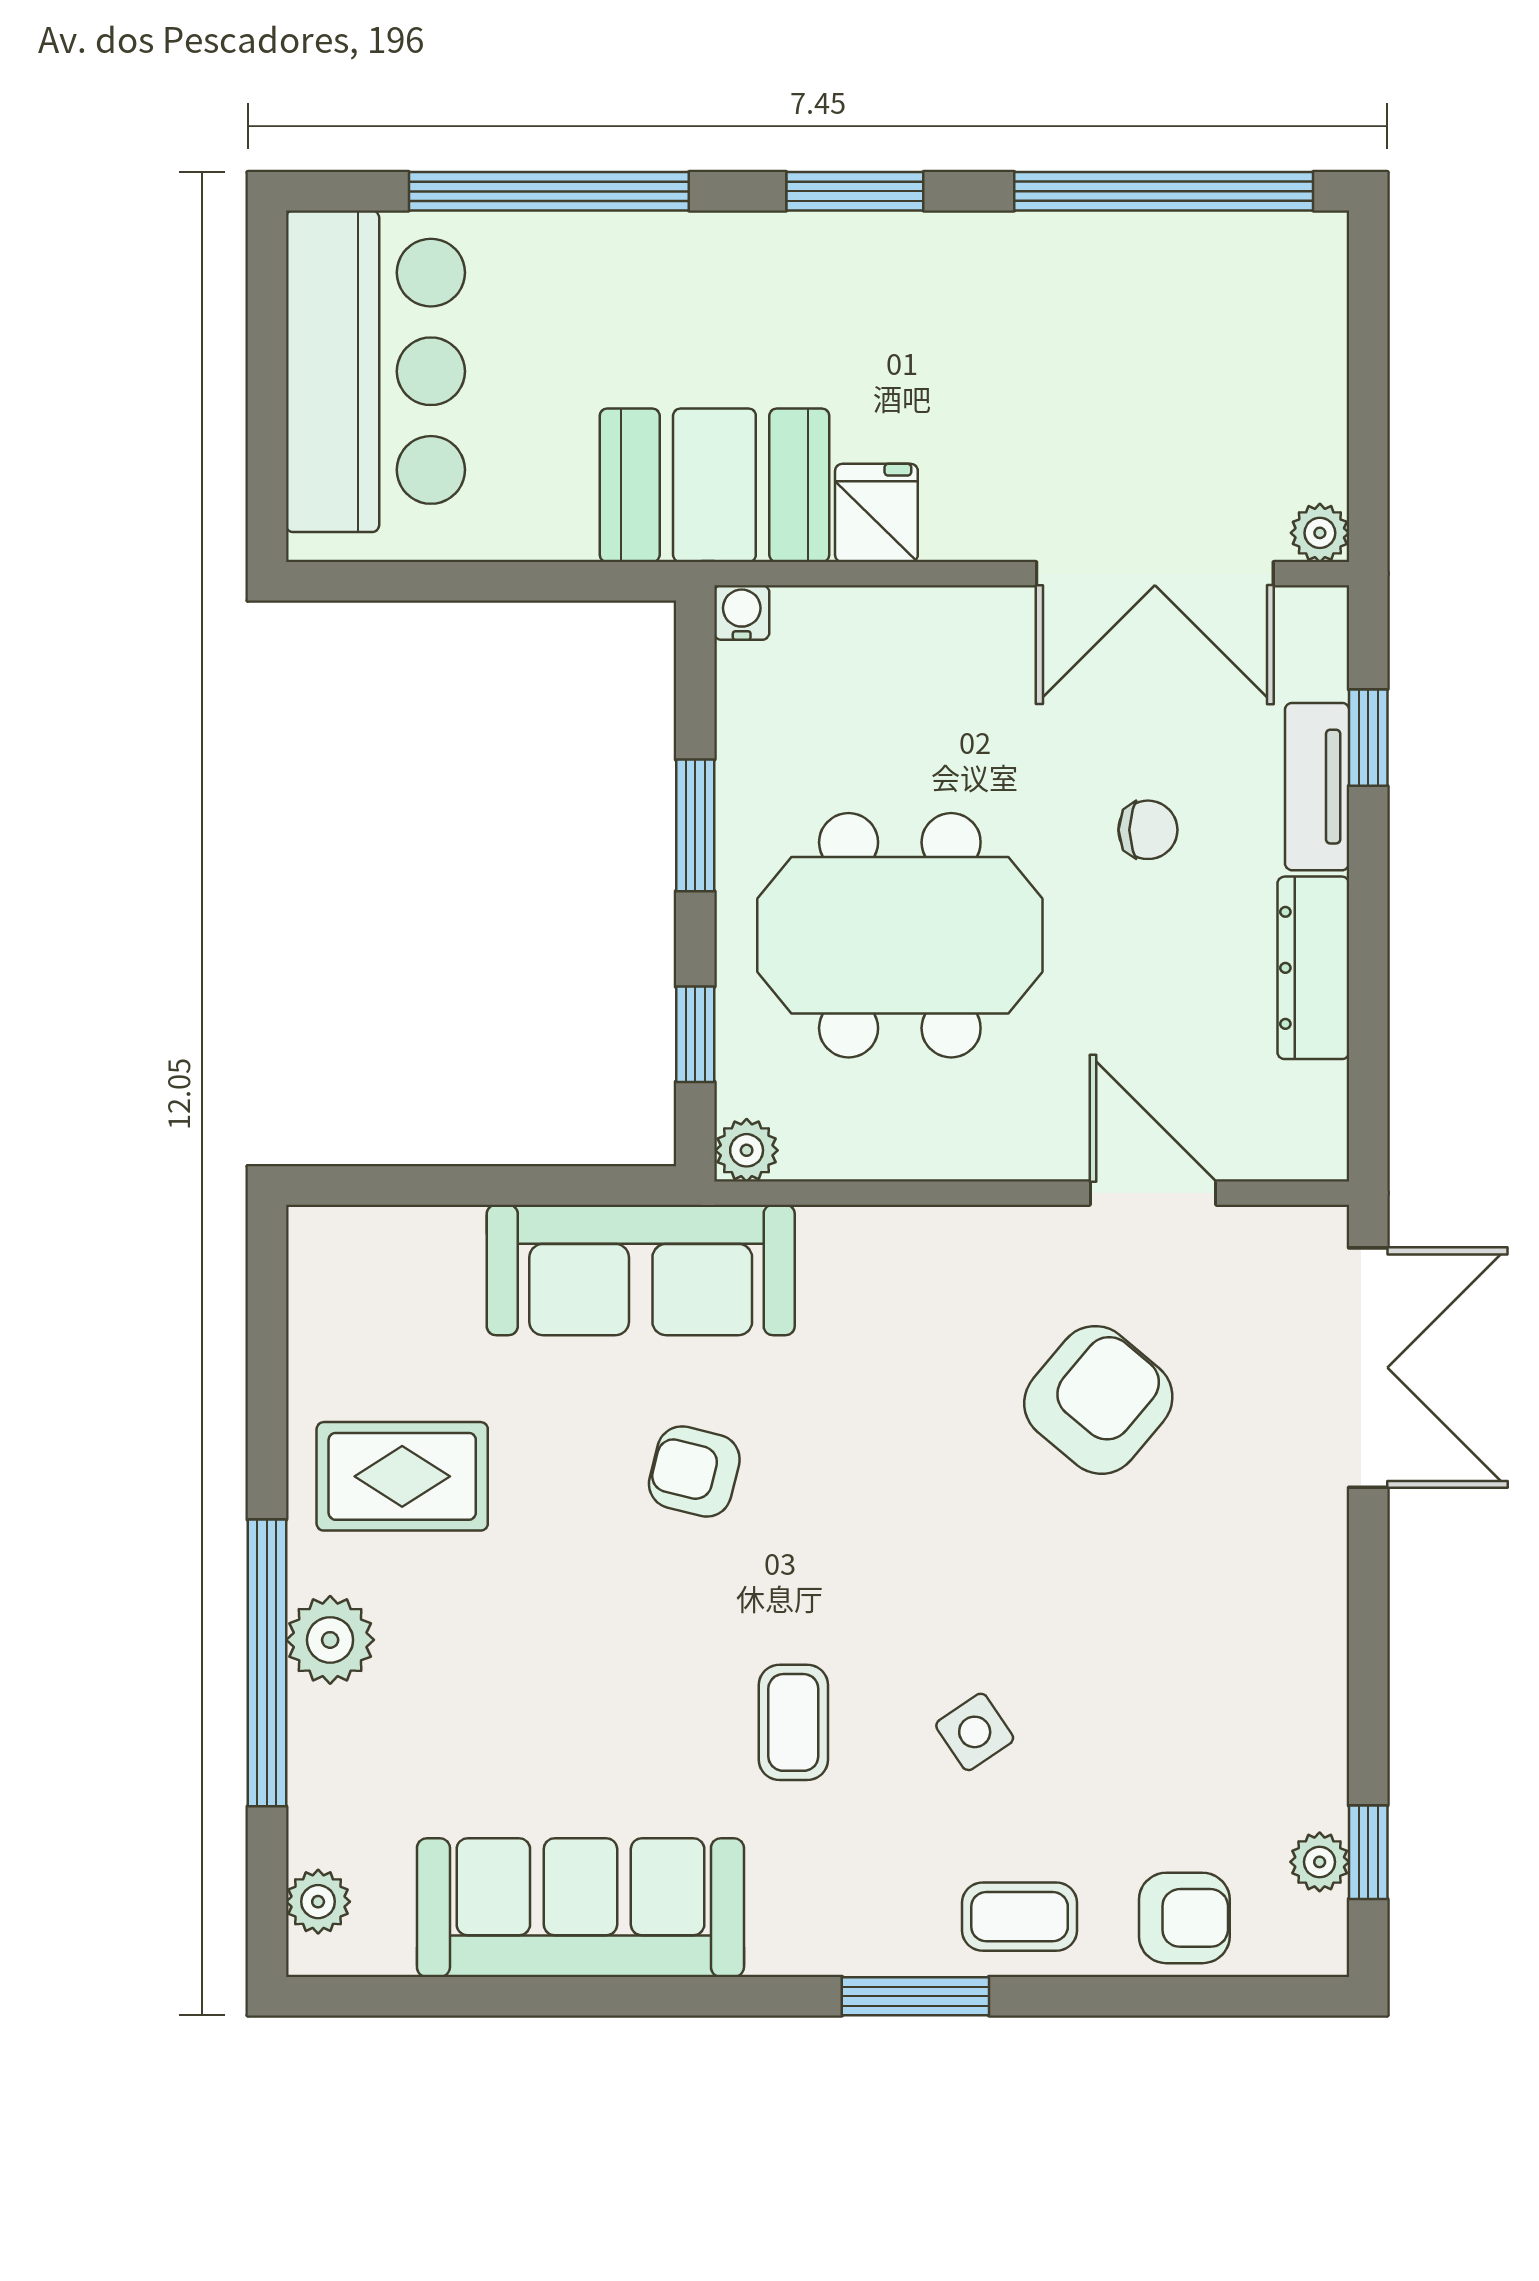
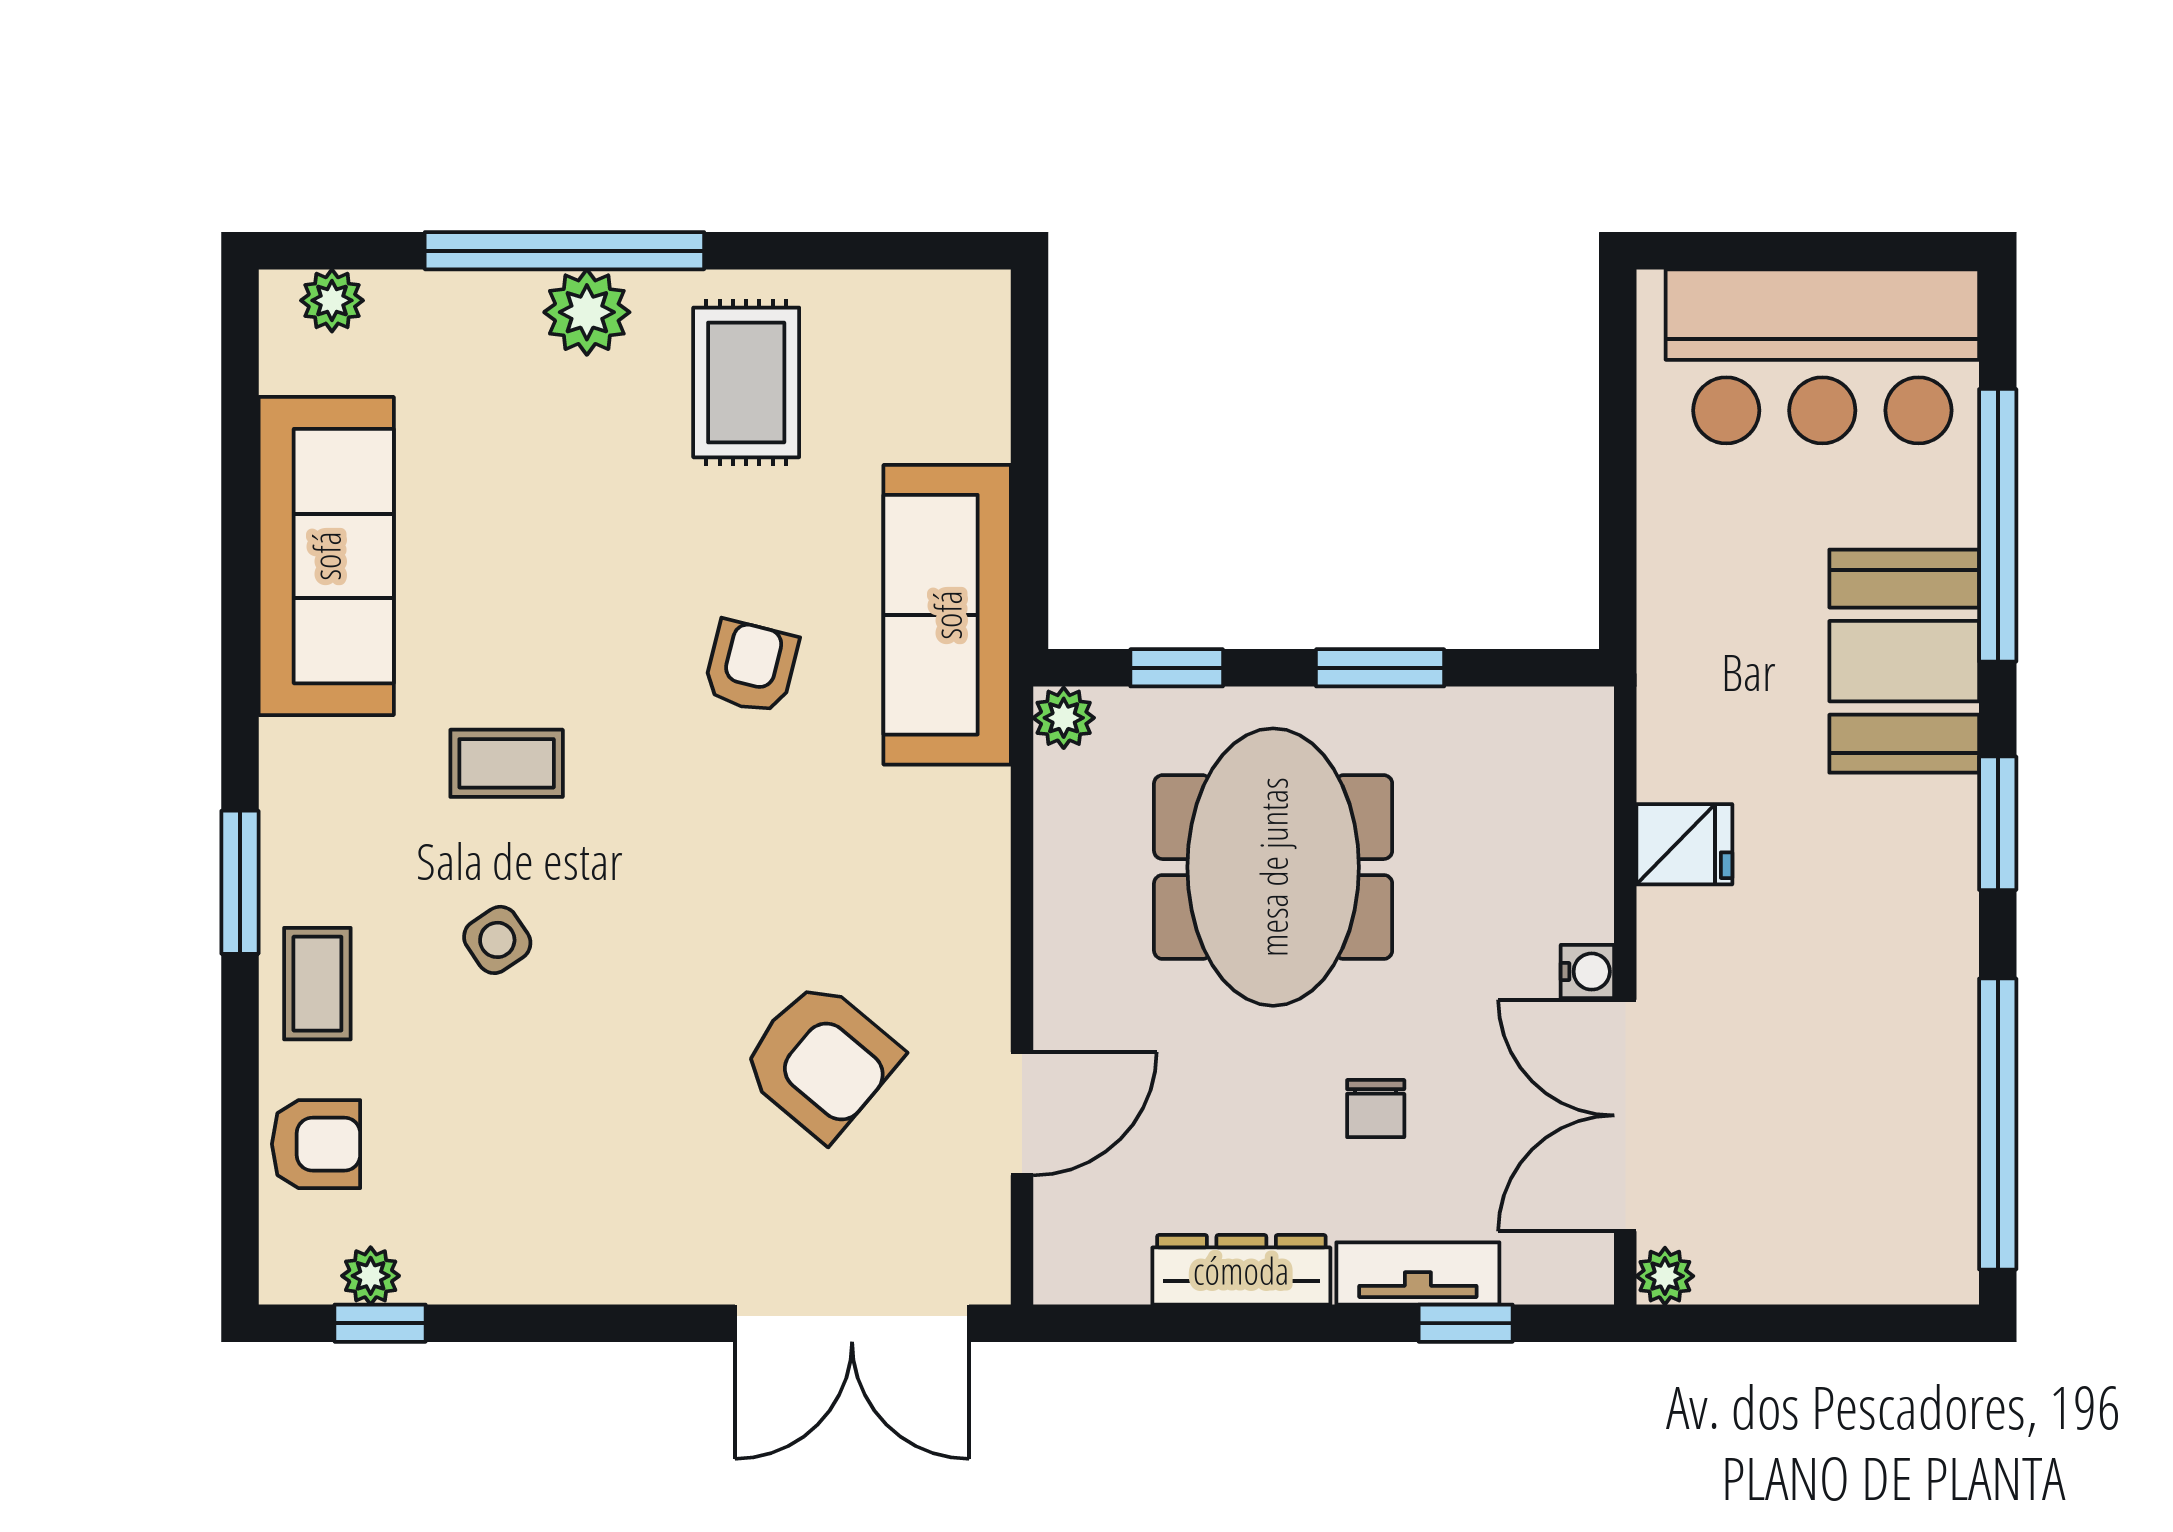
booth: (714, 485) -> (1904, 661), moved
water cooler: (742, 613) -> (1587, 972), moved
armchair: (1184, 1918) -> (316, 1144), turned -90

